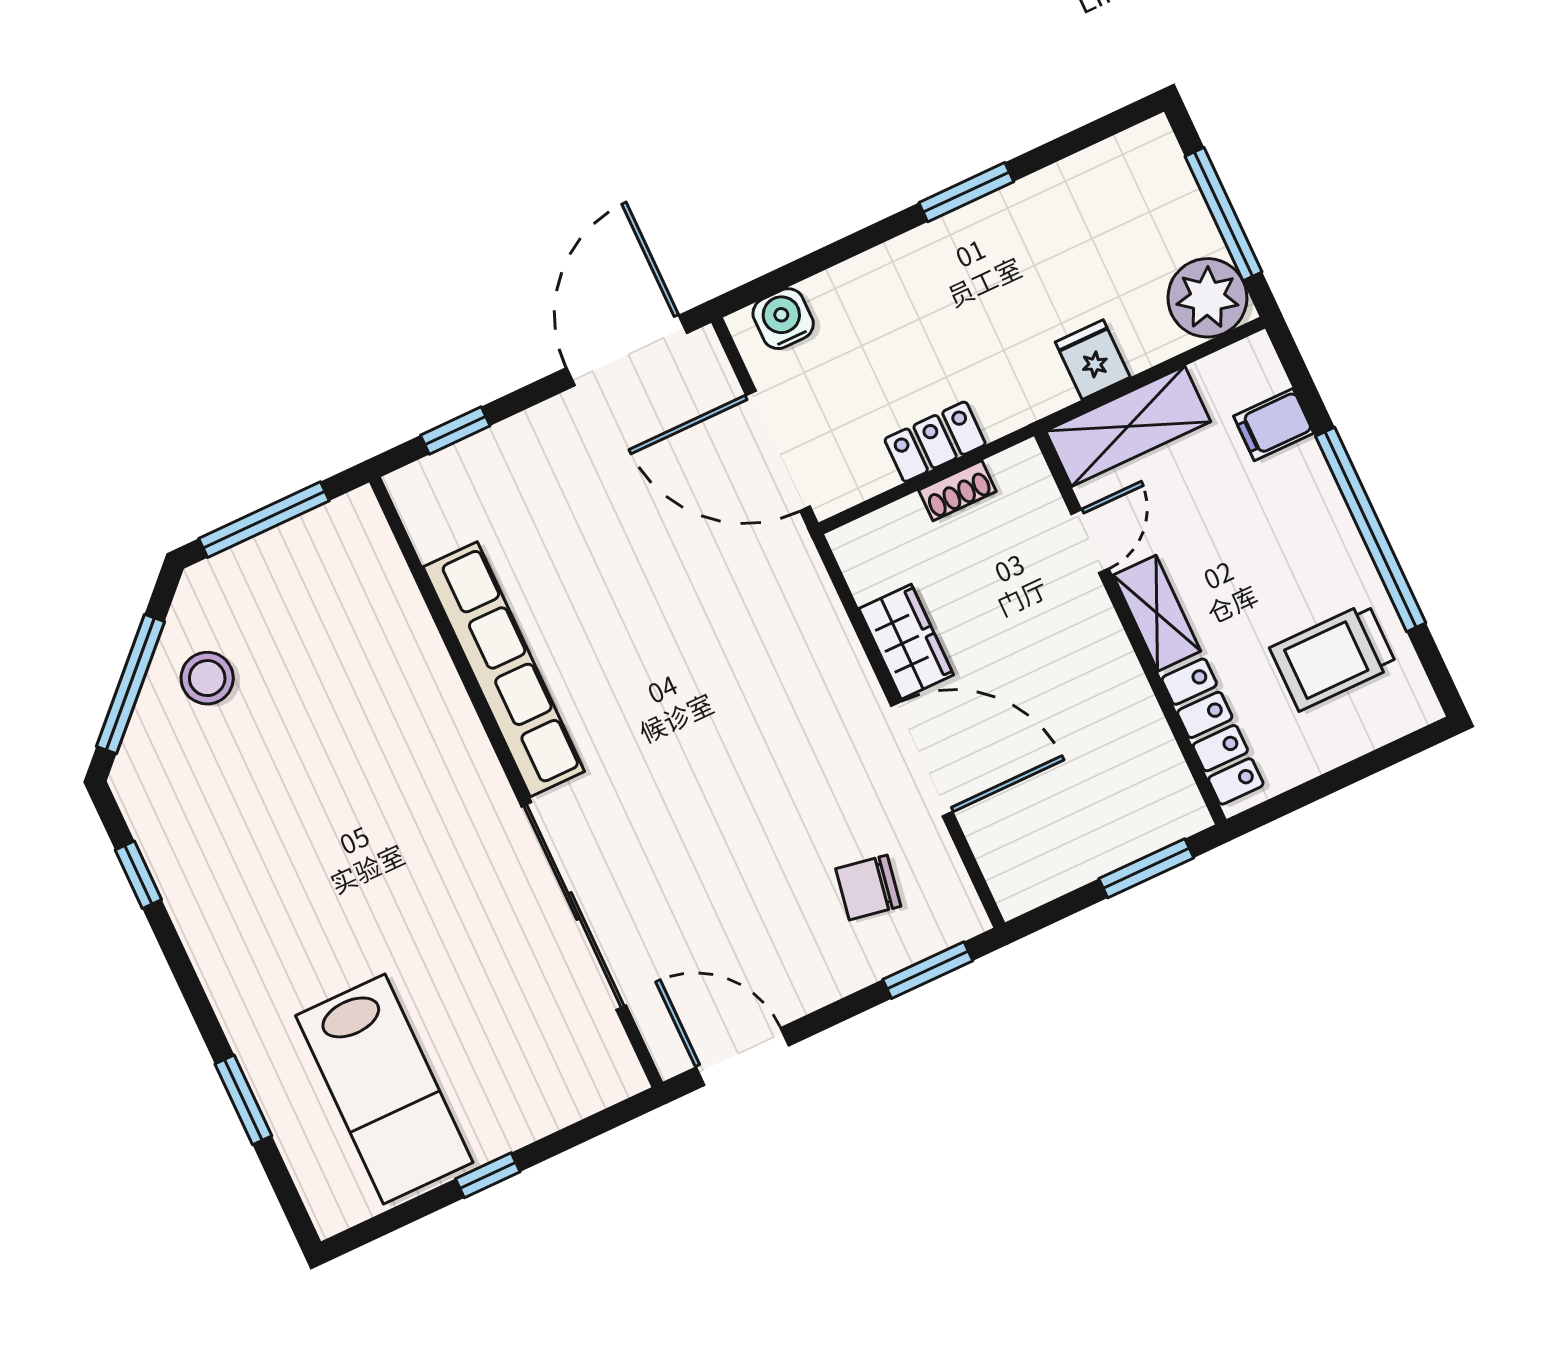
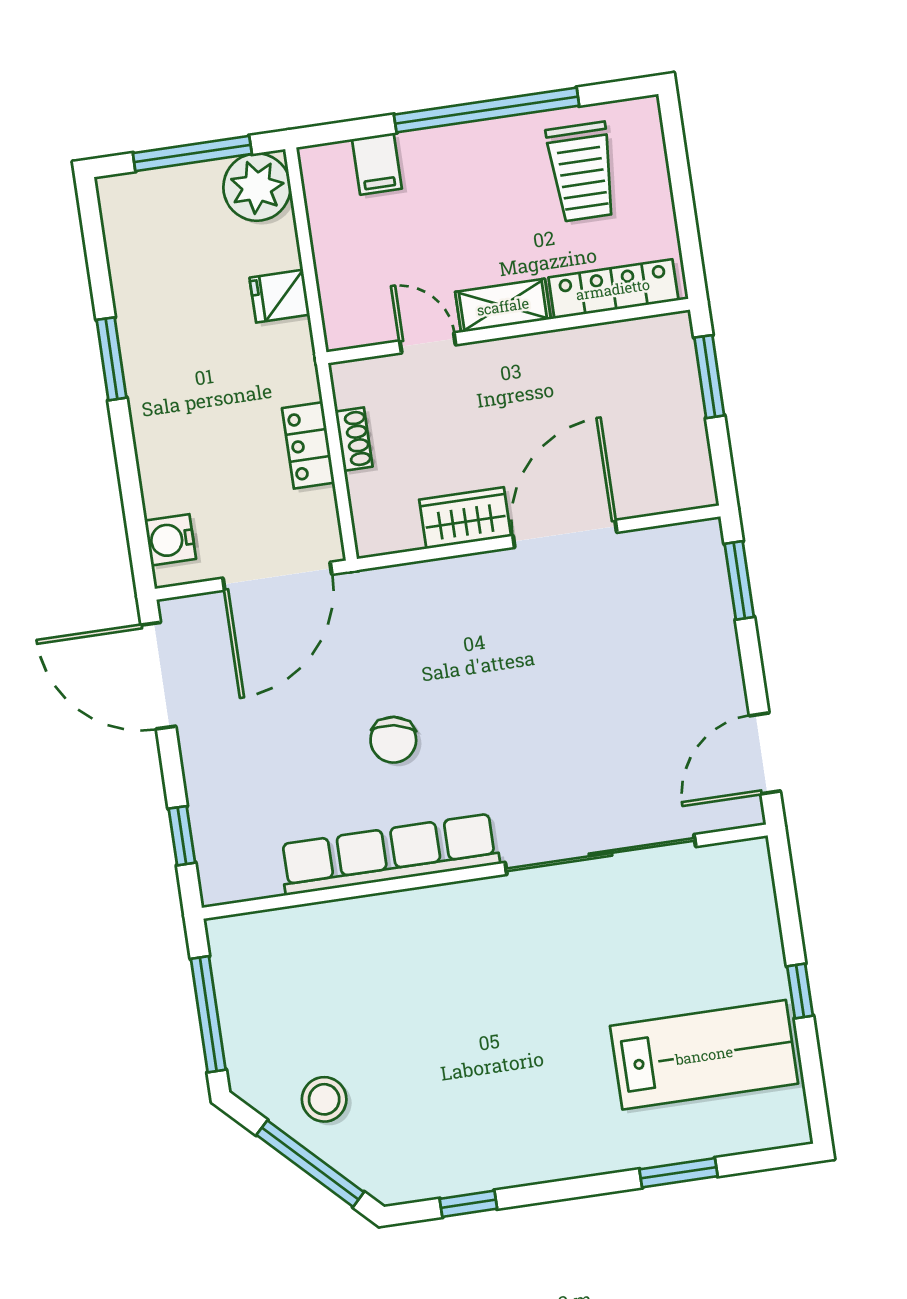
shelving: (1128, 426) -> (343, 283), removed
chair: (868, 887) -> (393, 740), moved

